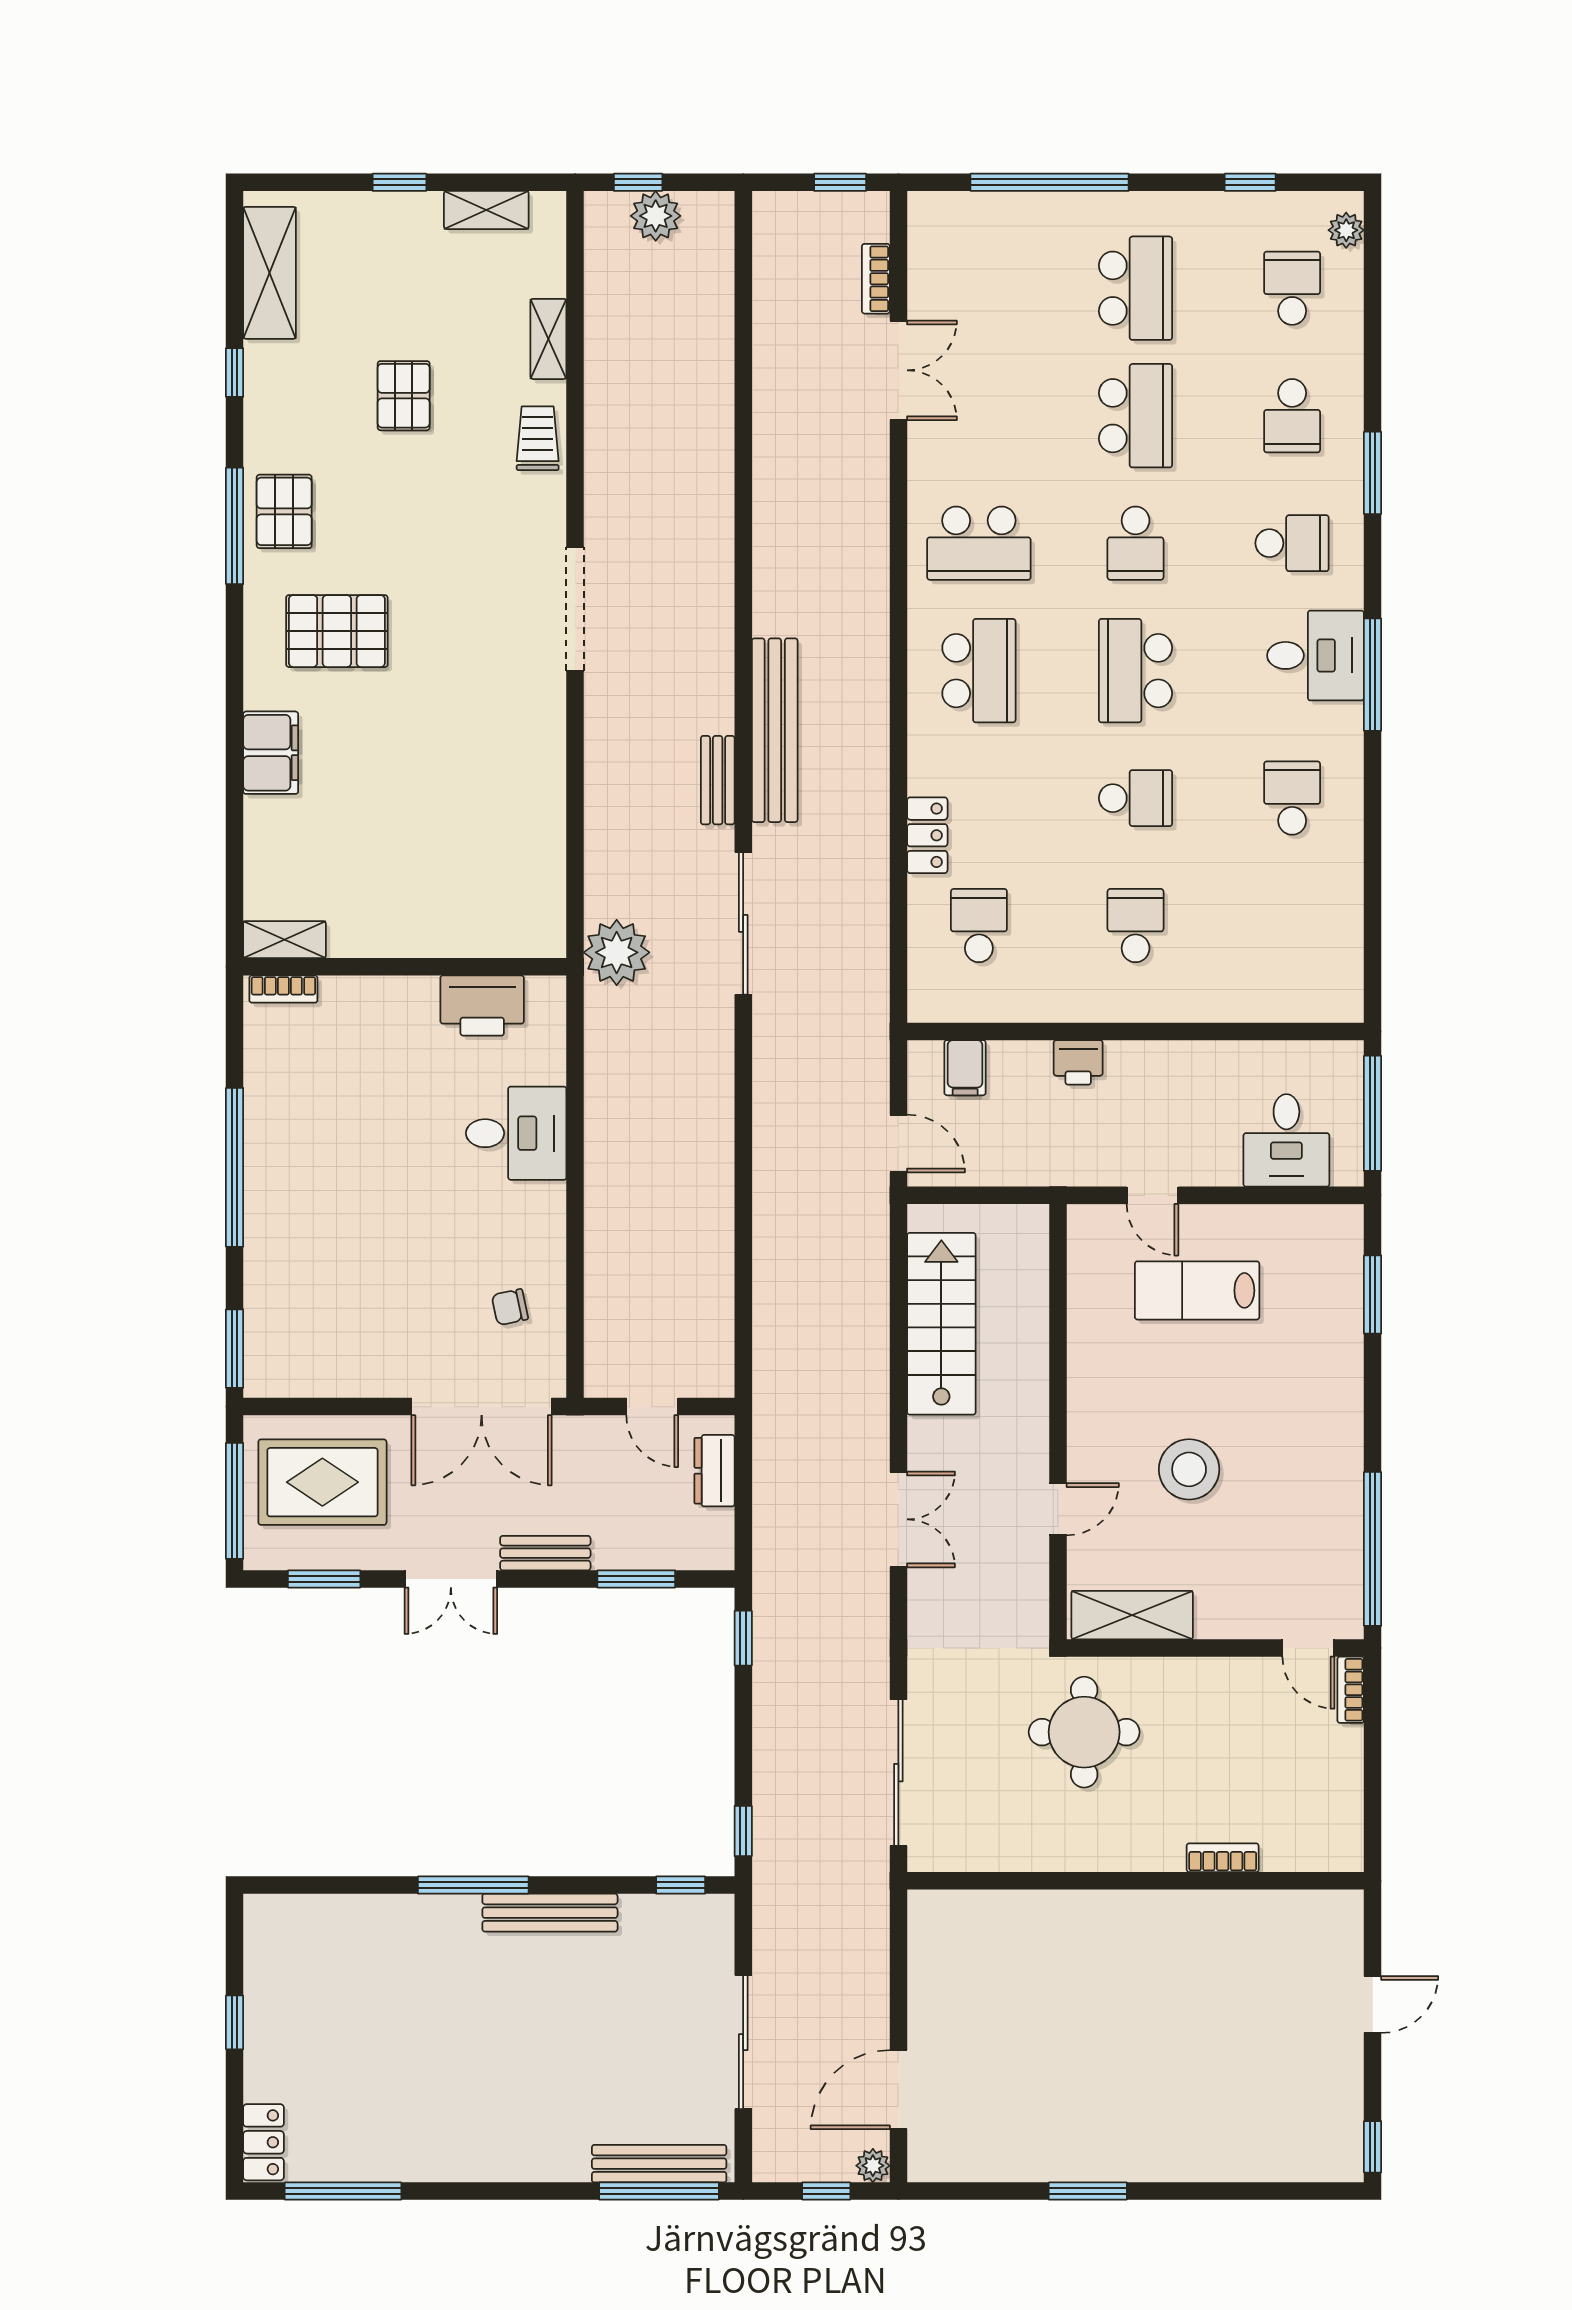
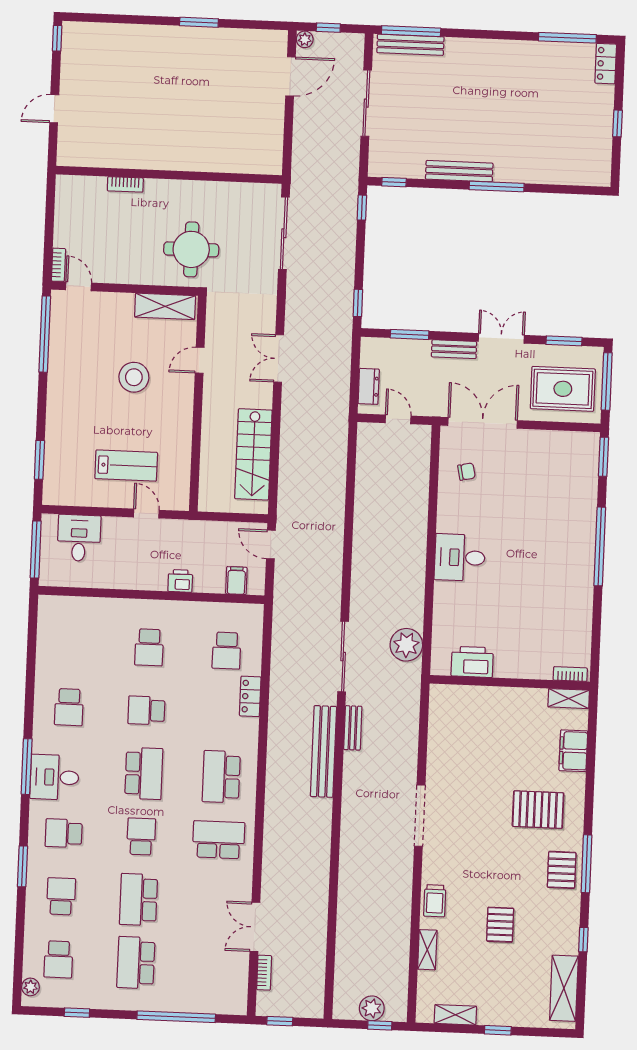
shelving: (284, 940) -> (569, 699), moved
wall: (405, 967) -> (510, 683), moved
bookcase: (283, 989) -> (570, 674), moved
printer: (482, 1006) -> (472, 662), moved

